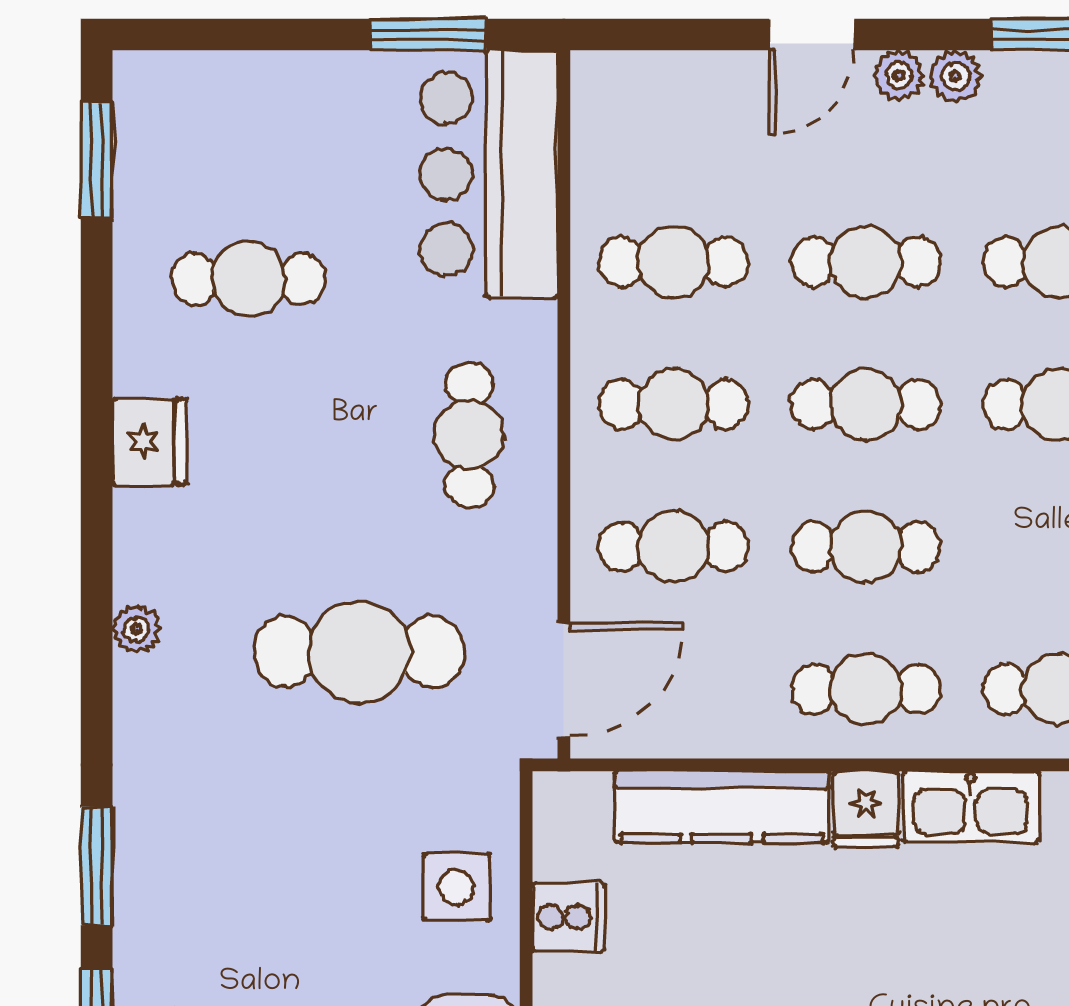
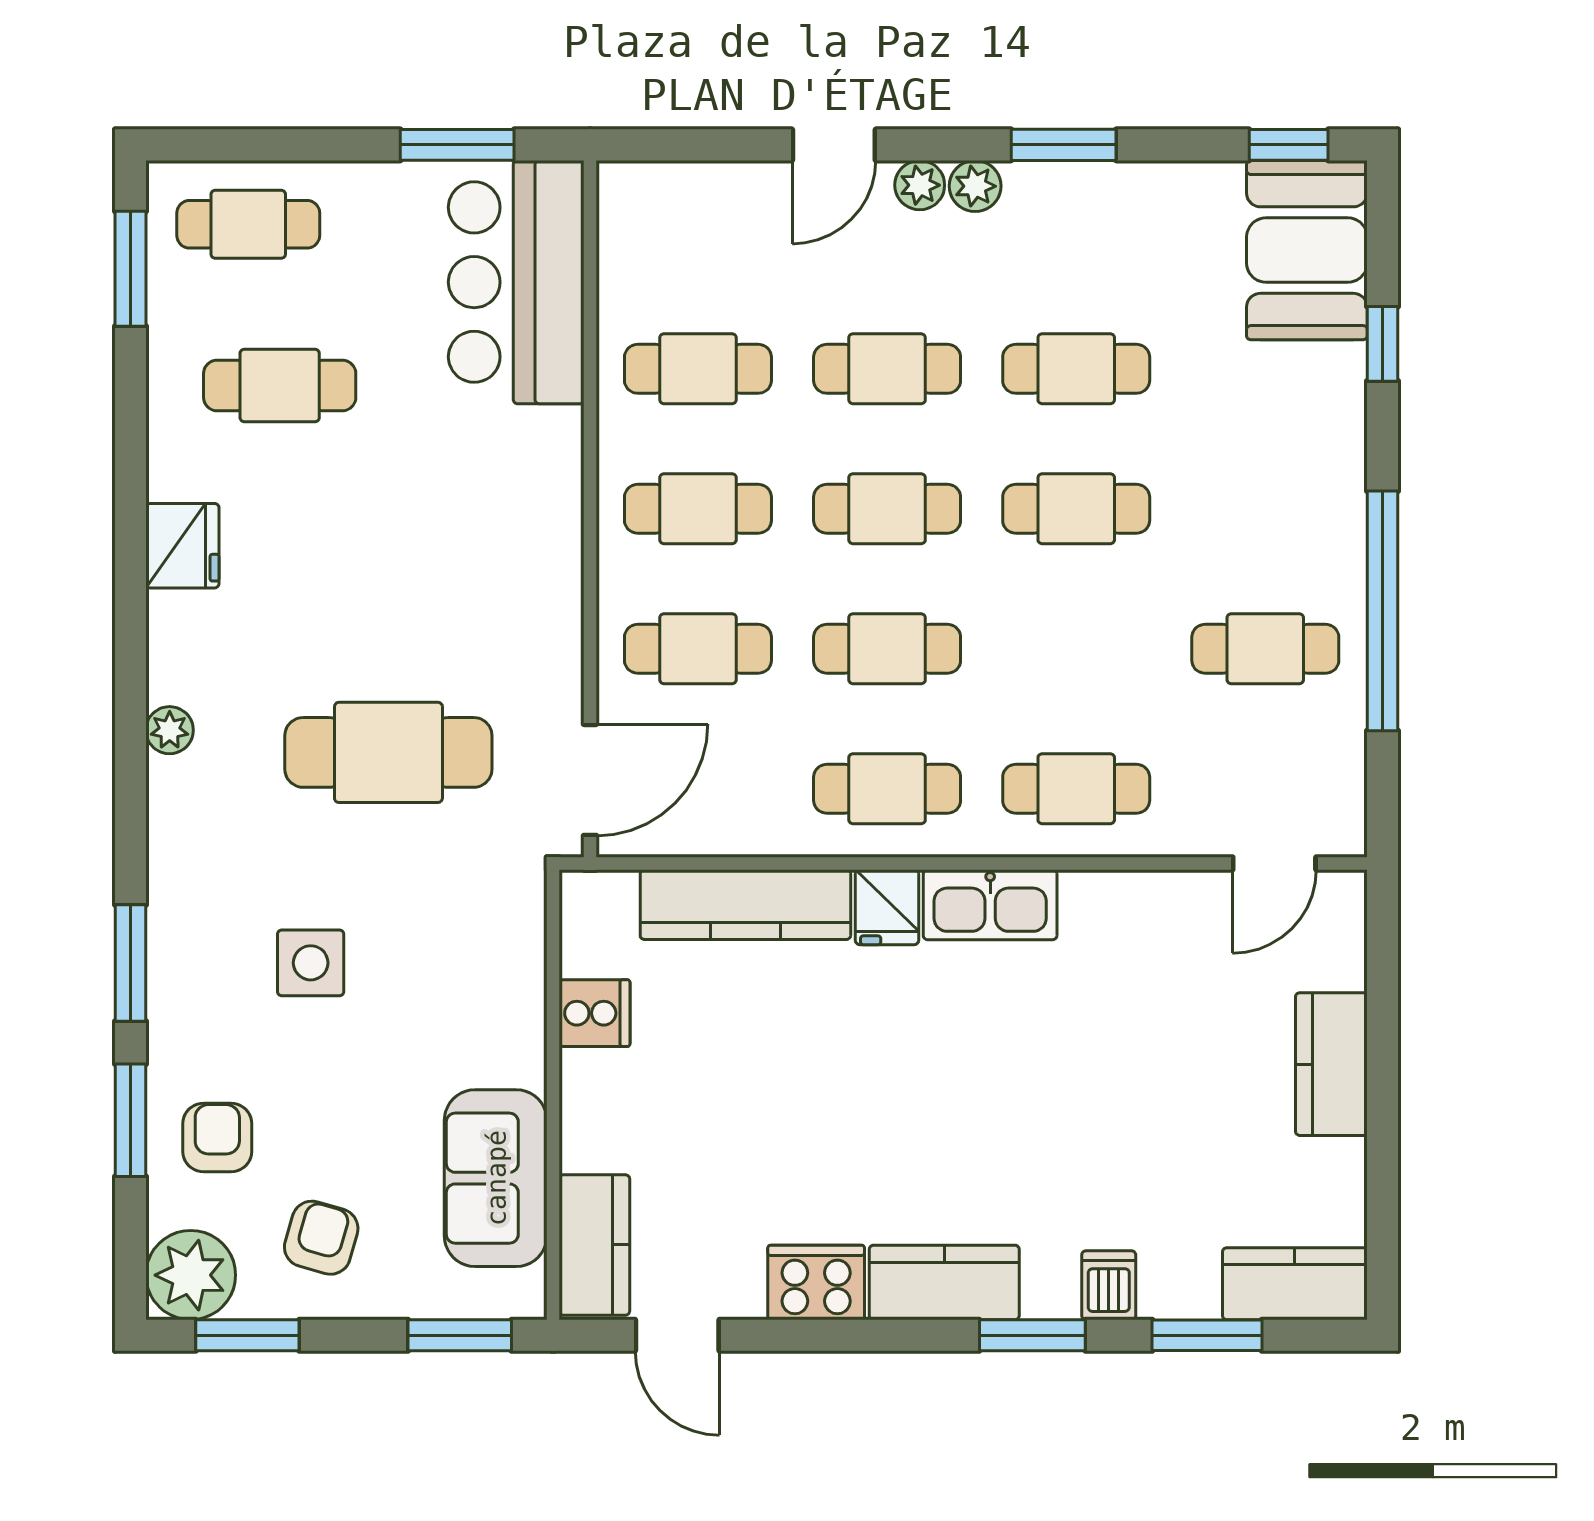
cafe table: (469, 435) -> (248, 224), moved, turned 90
side table: (457, 887) -> (311, 963), moved

